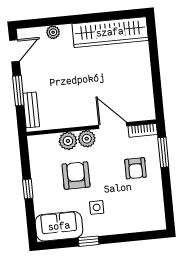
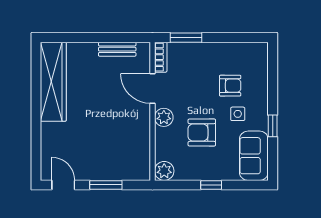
plant: (53, 32) -> (48, 142), removed
bench: (31, 110) -> (117, 49), moved
door: (113, 126) -> (153, 89), hinge flipped
plant: (68, 141) -> (164, 171), moved
armchair: (135, 168) -> (230, 86), moved

